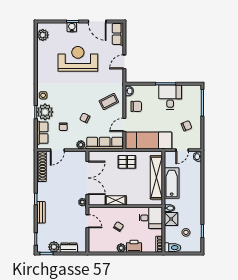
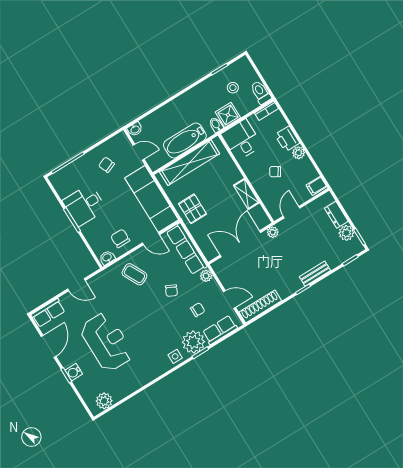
reception desk: (78, 59) -> (107, 342), turned 180
filing cabinet: (94, 246) -> (316, 186), added

